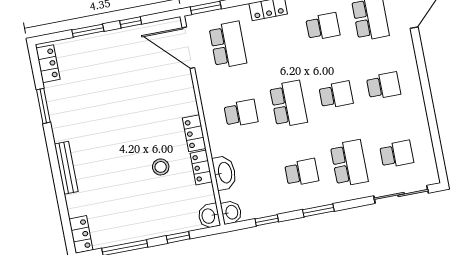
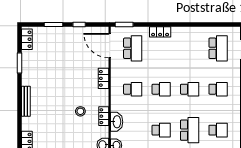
school desk: (323, 27) -> (190, 48), removed
school desk: (288, 104) -> (161, 89), width x0.54
locker: (194, 133) -> (103, 78), moved

